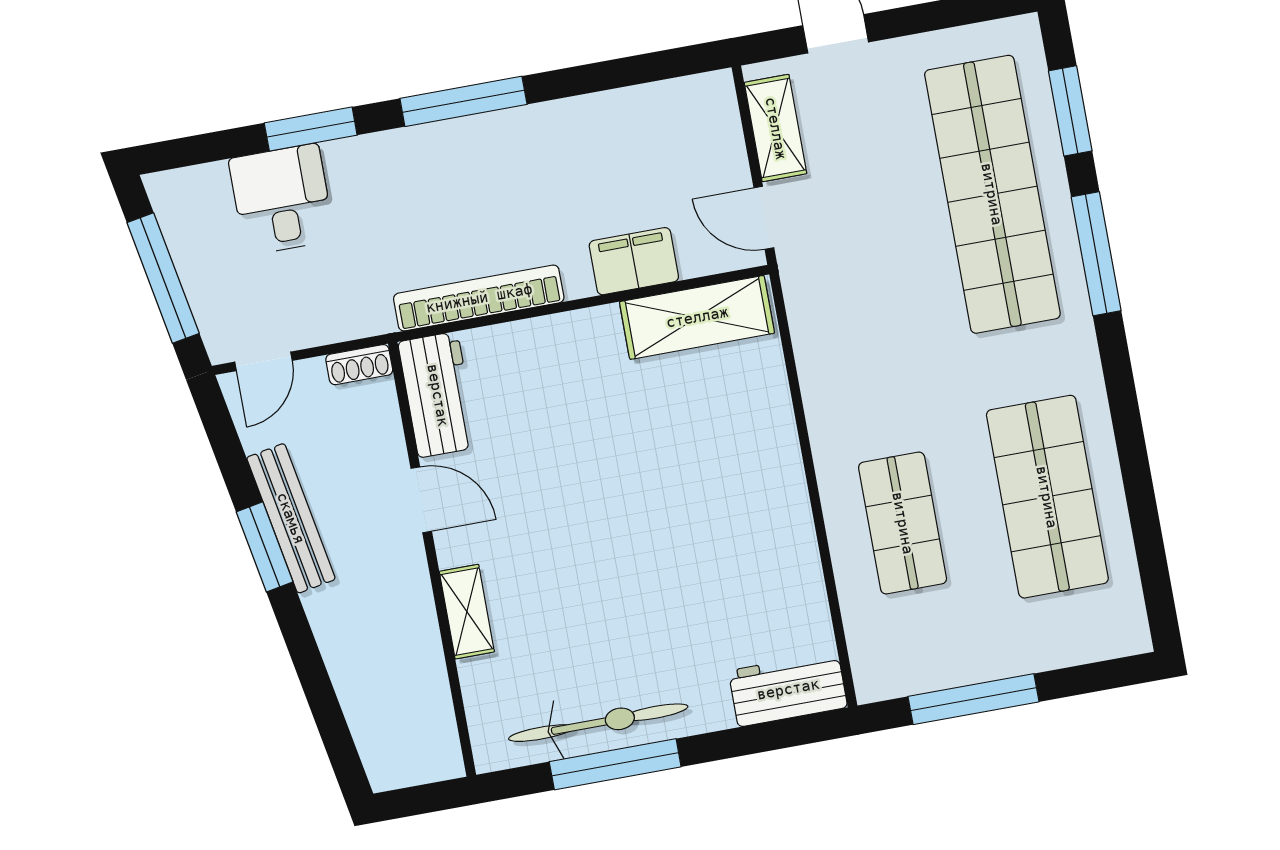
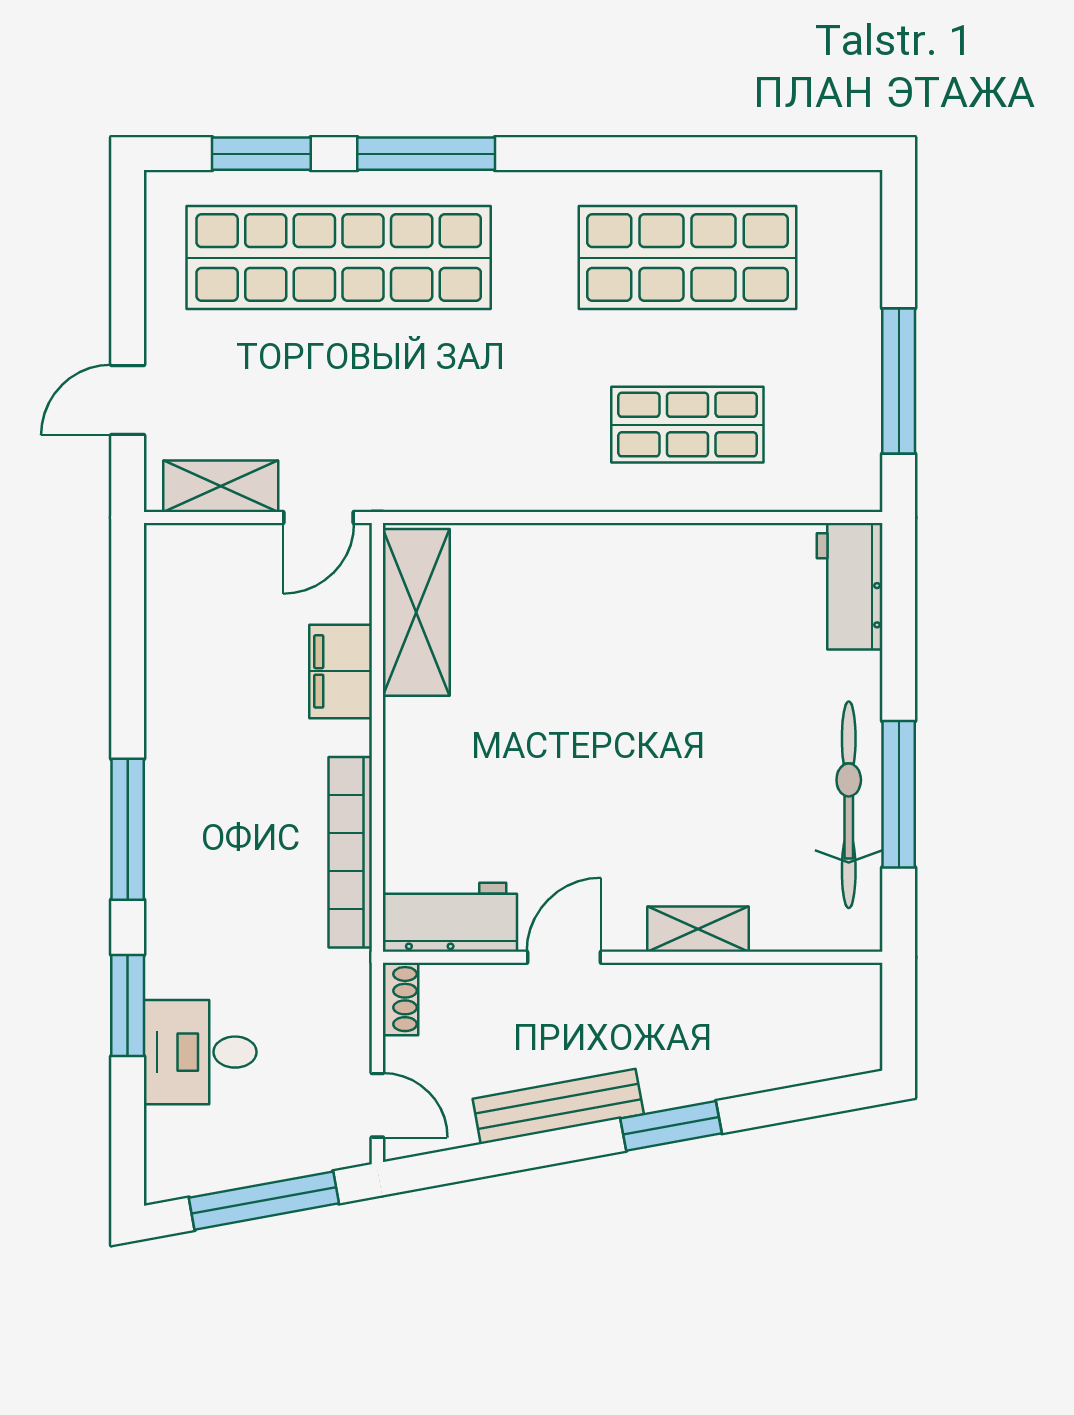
window: (265, 547) -> (671, 1126), moved

